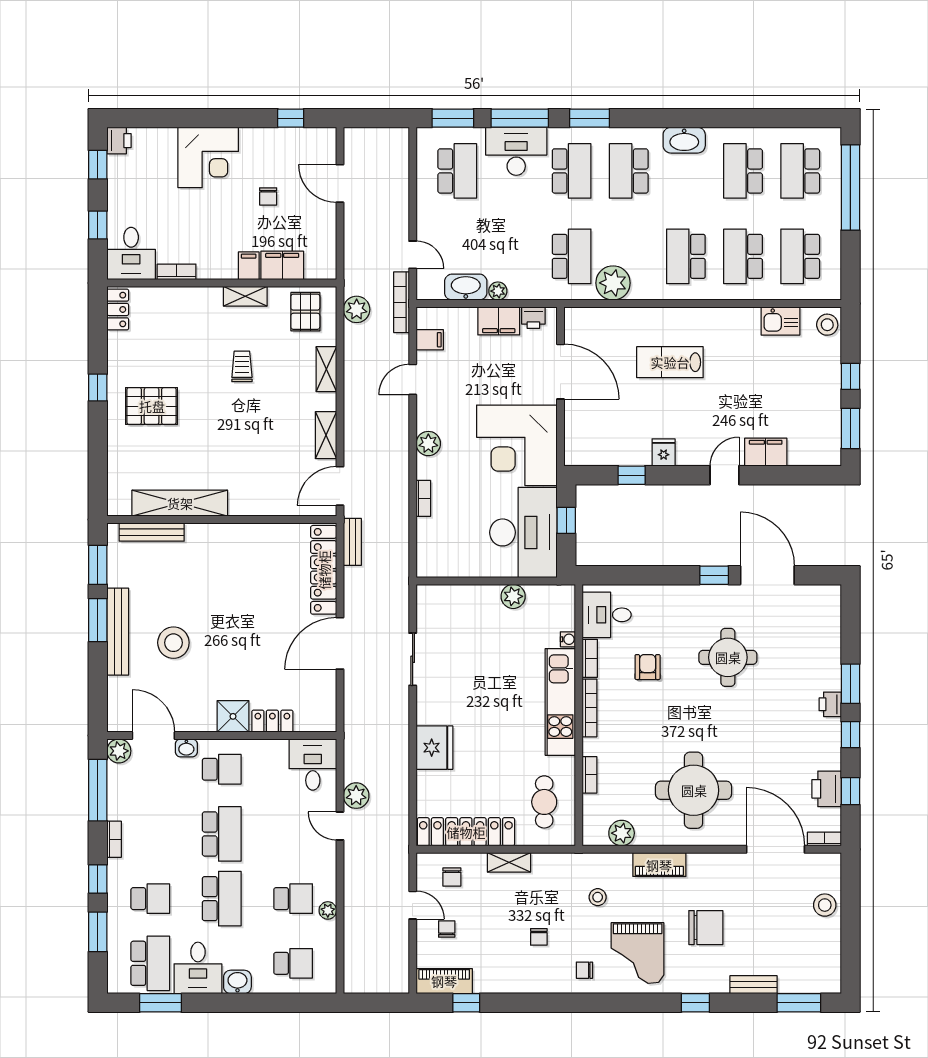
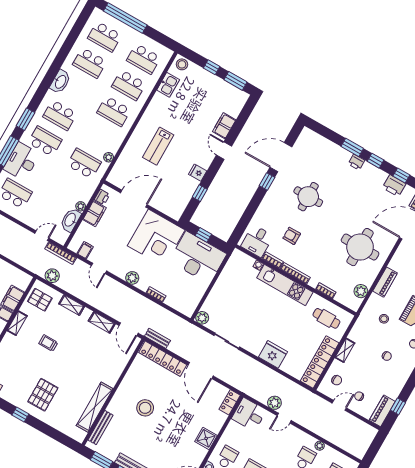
plant: (613, 283) -> (109, 157), width x0.53, depth x0.53
plant: (513, 596) -> (202, 318), moved
stool: (173, 643) -> (145, 408), moved
locker: (272, 721) -> (230, 402), moved

